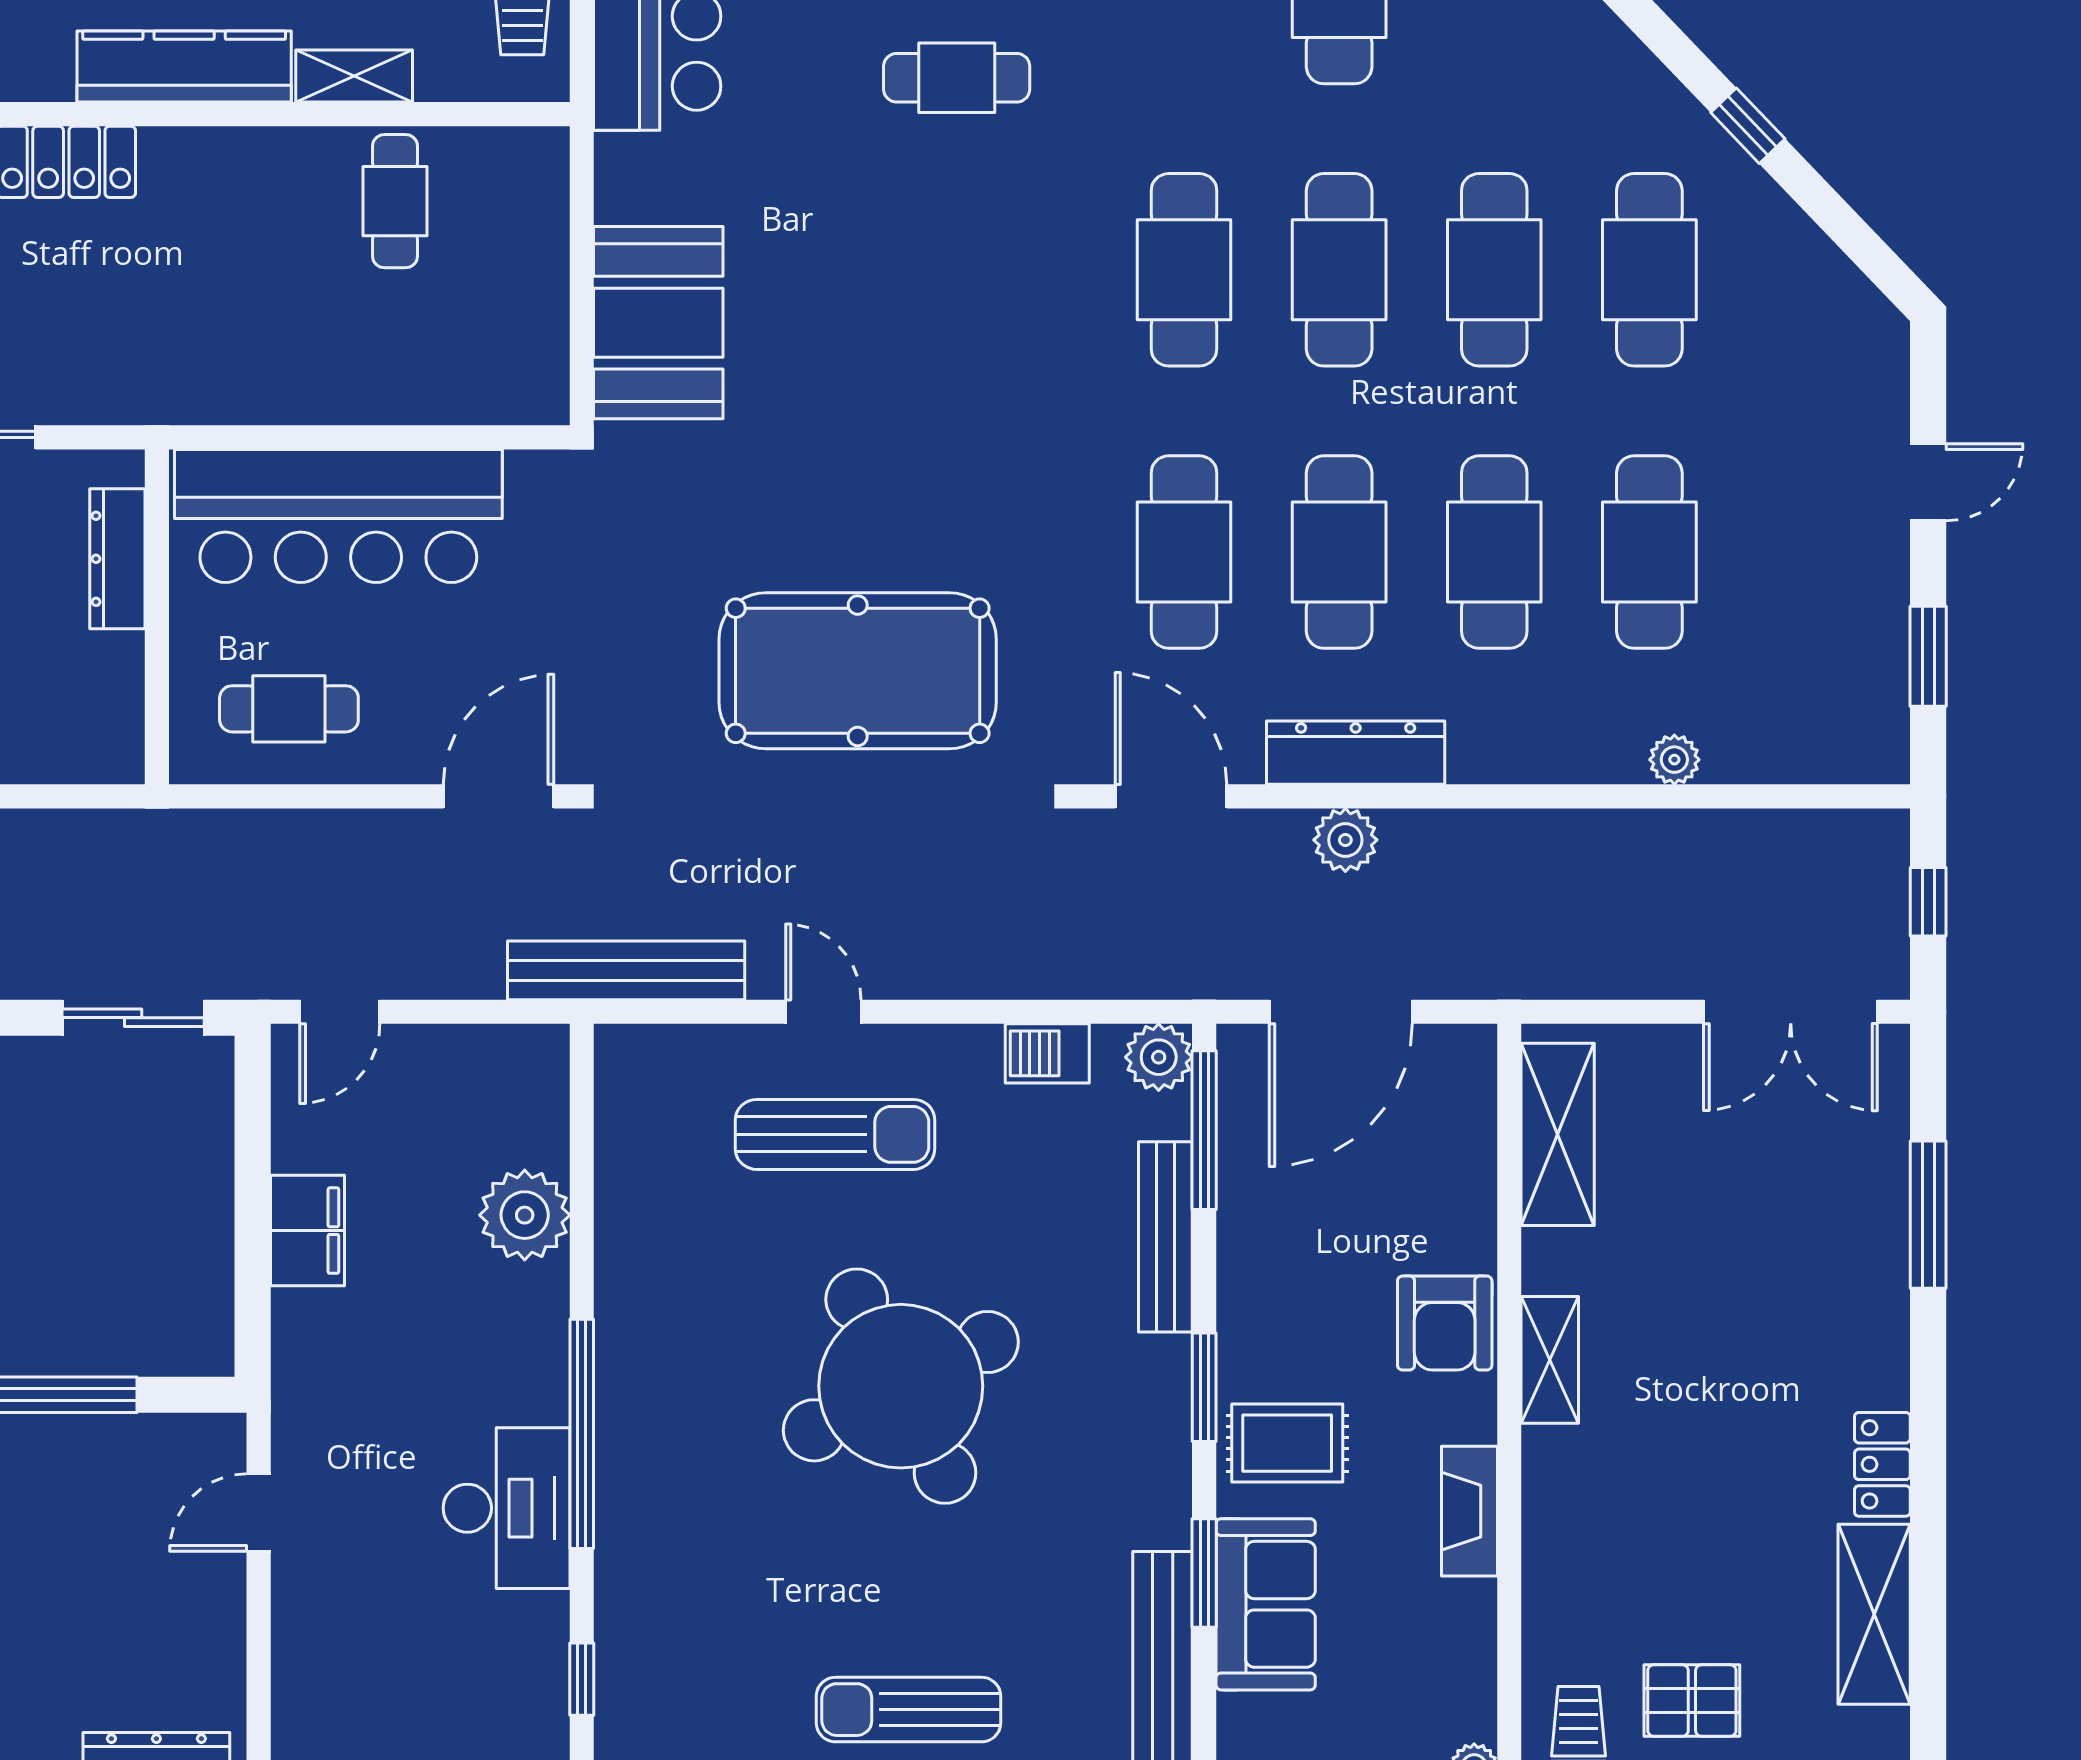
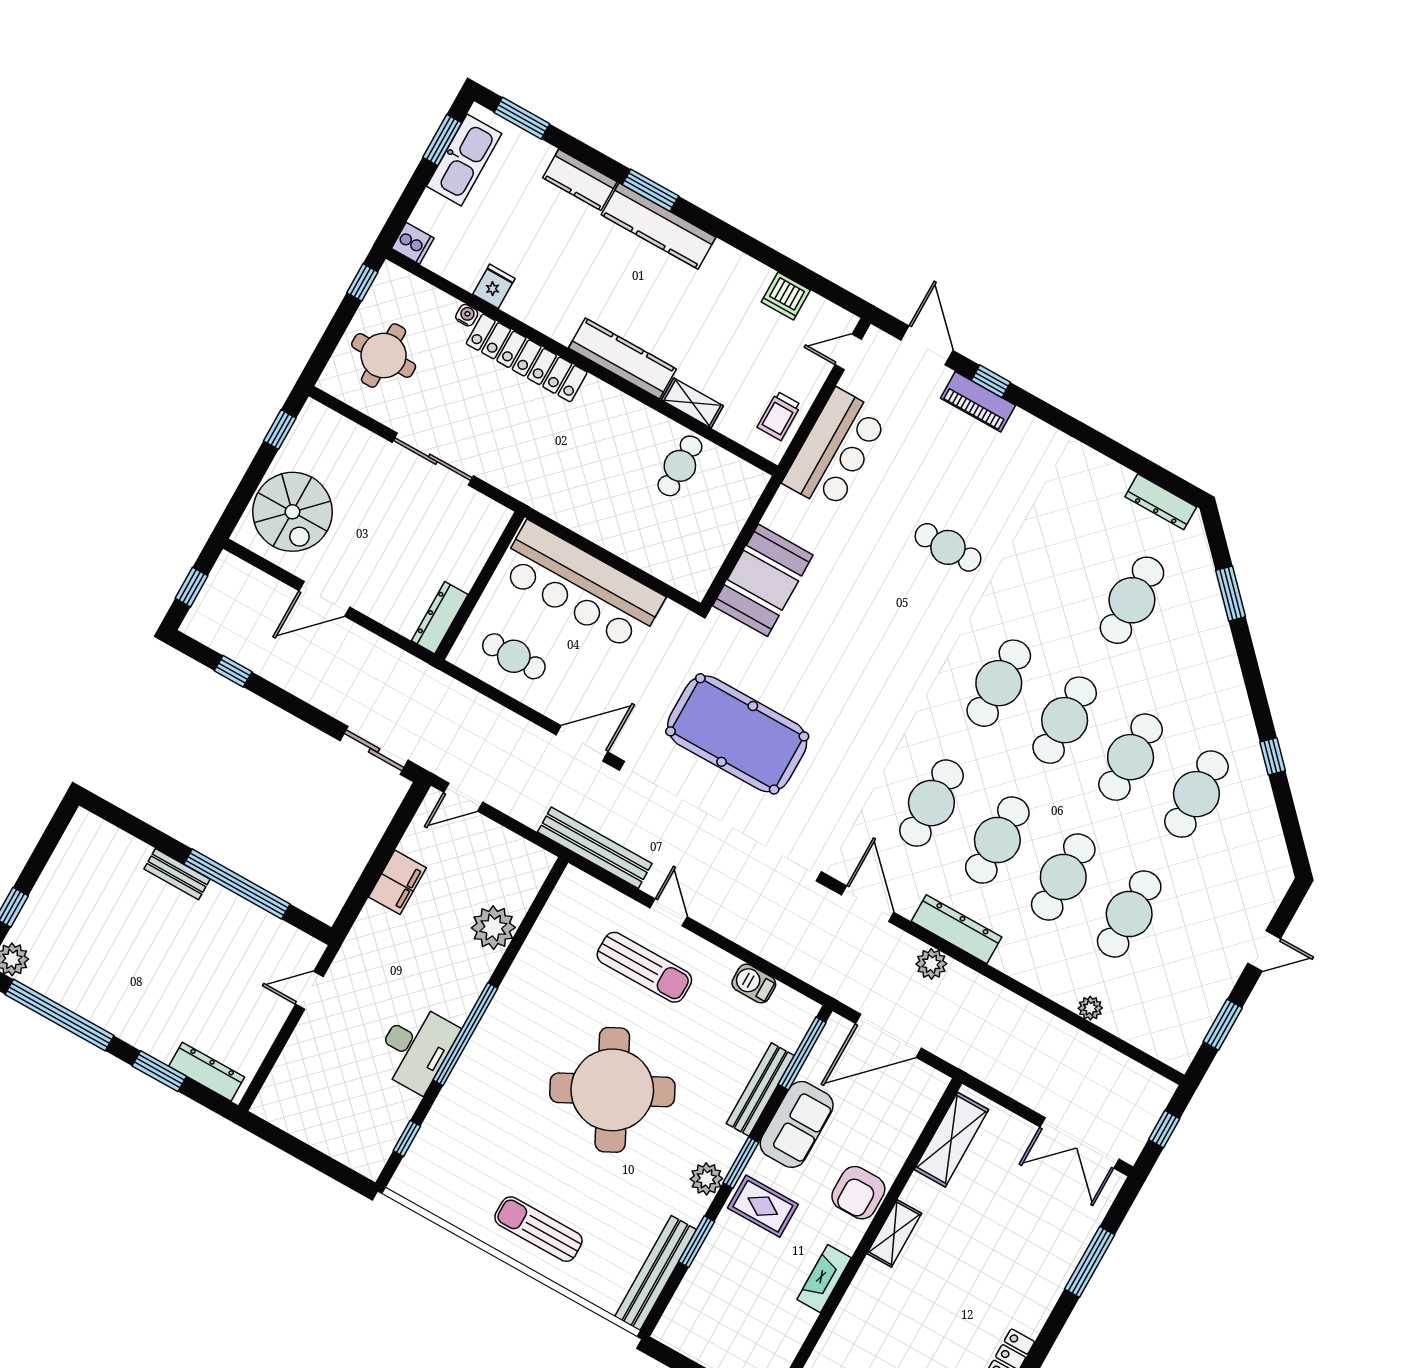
dresser: (117, 559) -> (440, 618), moved
pool table: (858, 671) -> (737, 734), moved
plant: (1159, 1057) -> (706, 1179), moved
sofa: (1266, 1604) -> (797, 1124), moved

